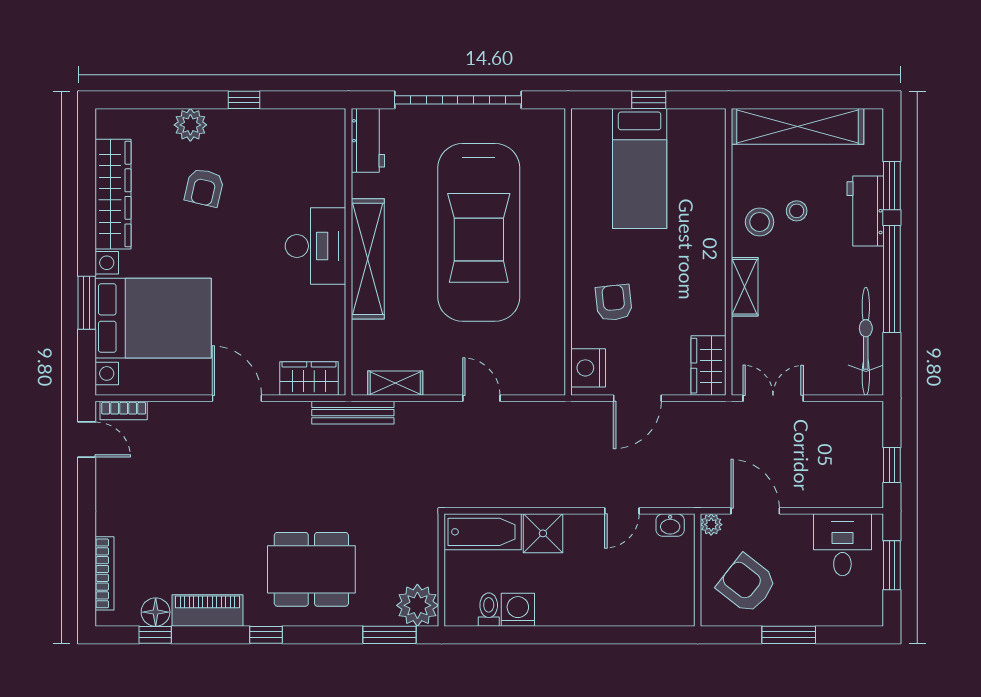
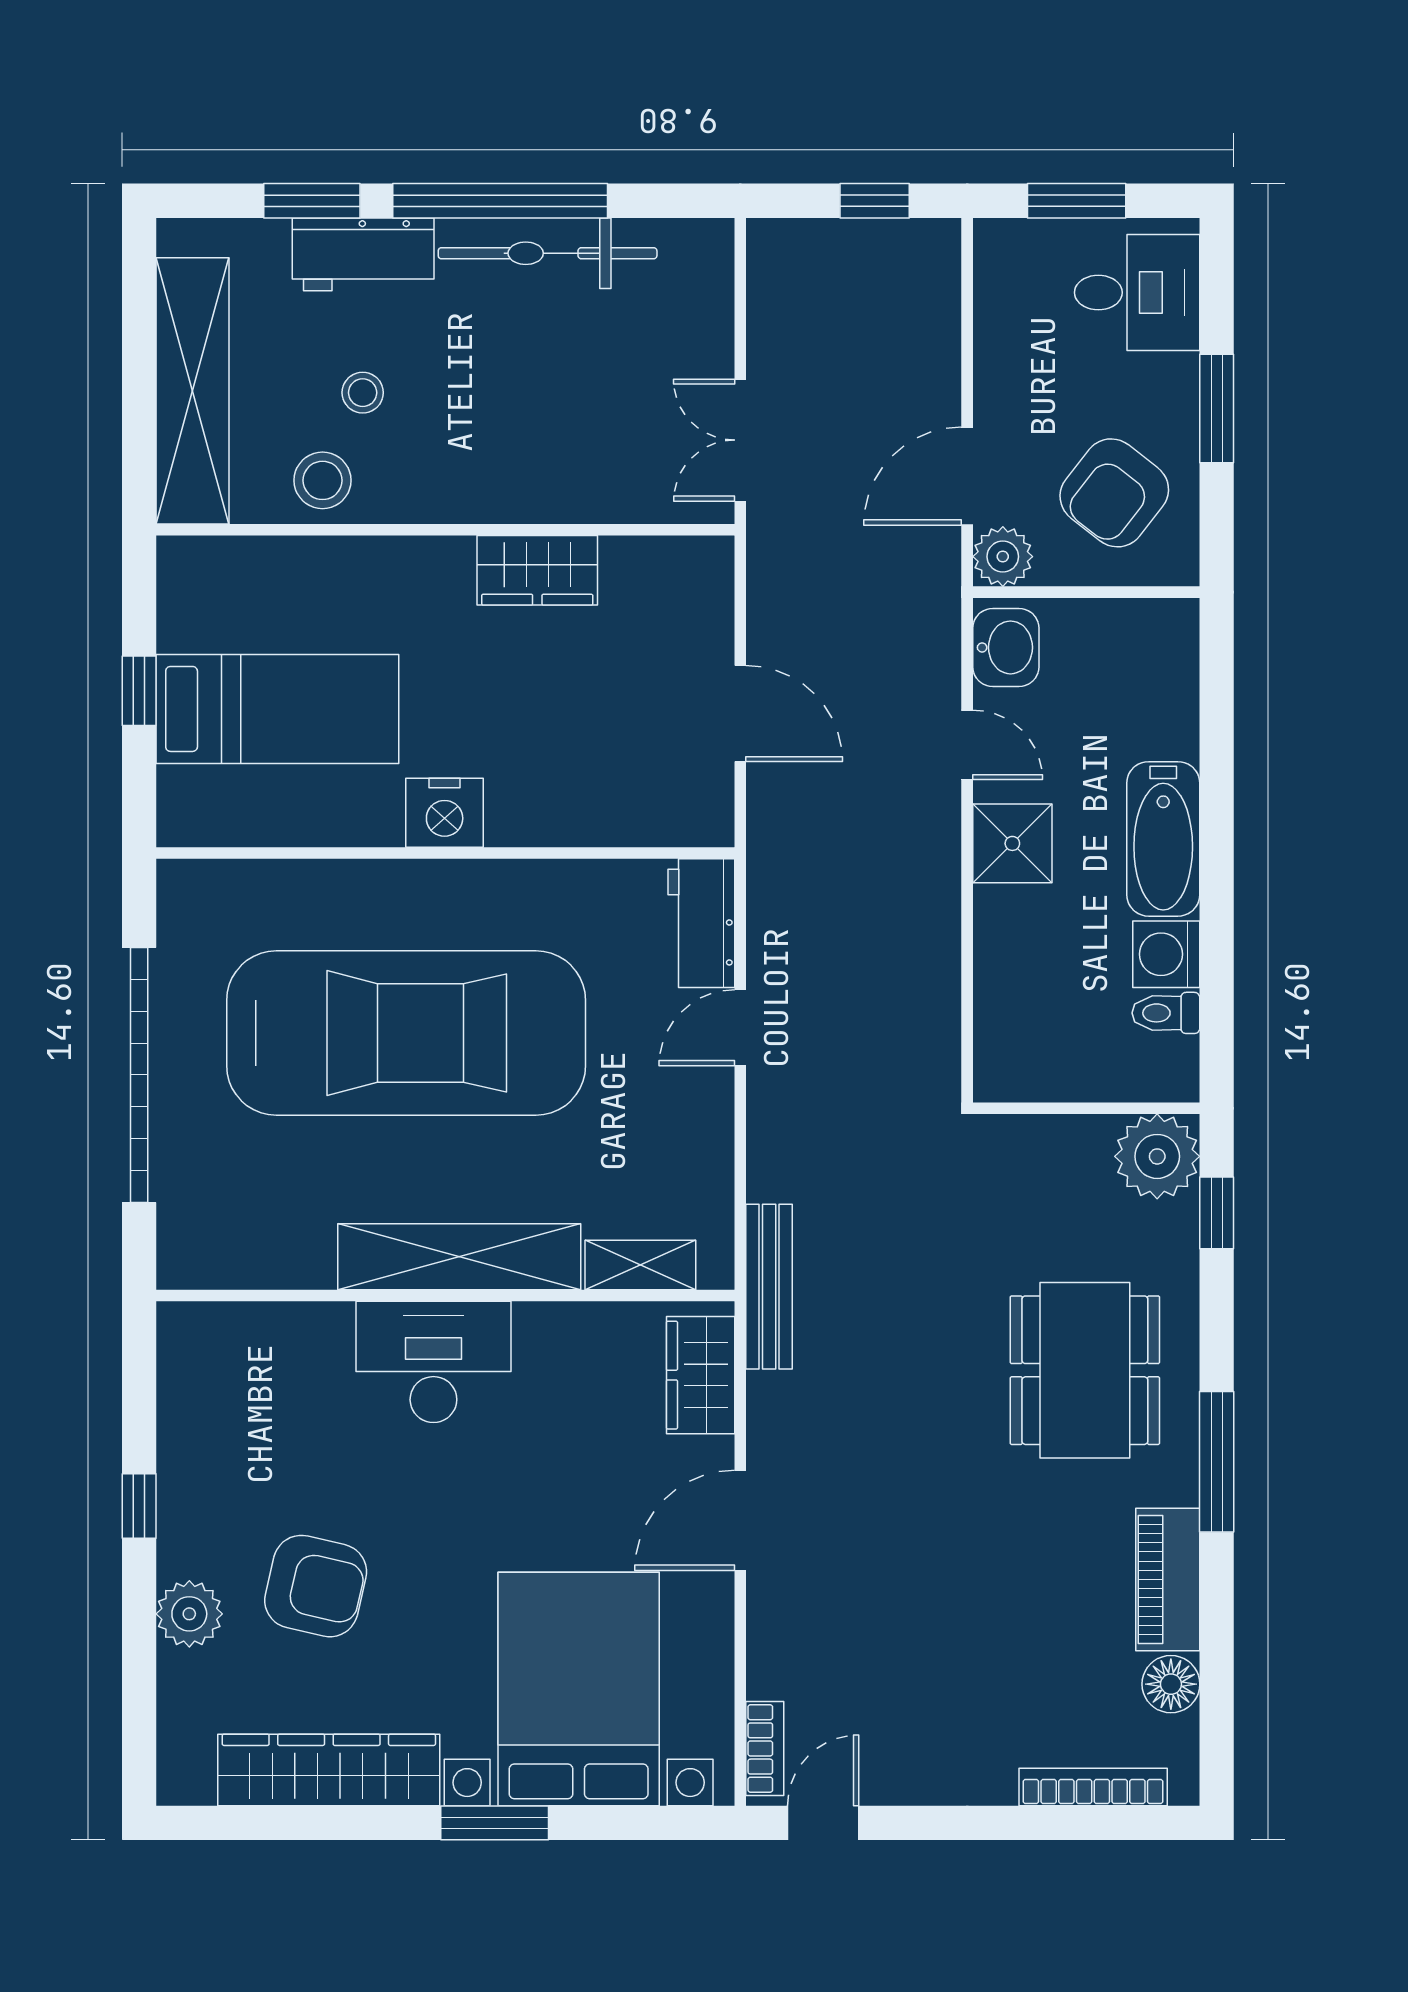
workbench: (368, 140) -> (701, 923), moved, turned -90
armchair: (204, 188) -> (316, 1586), width x1.38, depth x1.38
stool: (760, 222) -> (322, 480), moved
shelving: (745, 287) -> (515, 497), removed
window: (87, 303) -> (495, 1823), moved
armchair: (614, 303) -> (547, 761), removed
bicycle: (866, 341) -> (548, 253), moved
wardrobe: (708, 366) -> (537, 570), moved
nightstand: (588, 368) -> (445, 813), moved
shelving: (395, 383) -> (640, 1265), moved, turned 90
washbasin: (670, 525) -> (1006, 647), width x1.38, depth x1.45
plant: (711, 525) -> (1003, 557), width x1.38, depth x1.38
bathtub: (483, 532) -> (1163, 839), moved, turned 180
shower: (543, 533) -> (1012, 843), moved
desk: (842, 545) -> (1137, 293), moved, turned 180
window: (155, 635) -> (1217, 1685), removed
window: (266, 635) -> (1217, 1462), width x2.17
window: (389, 635) -> (1217, 1213), width x0.67

